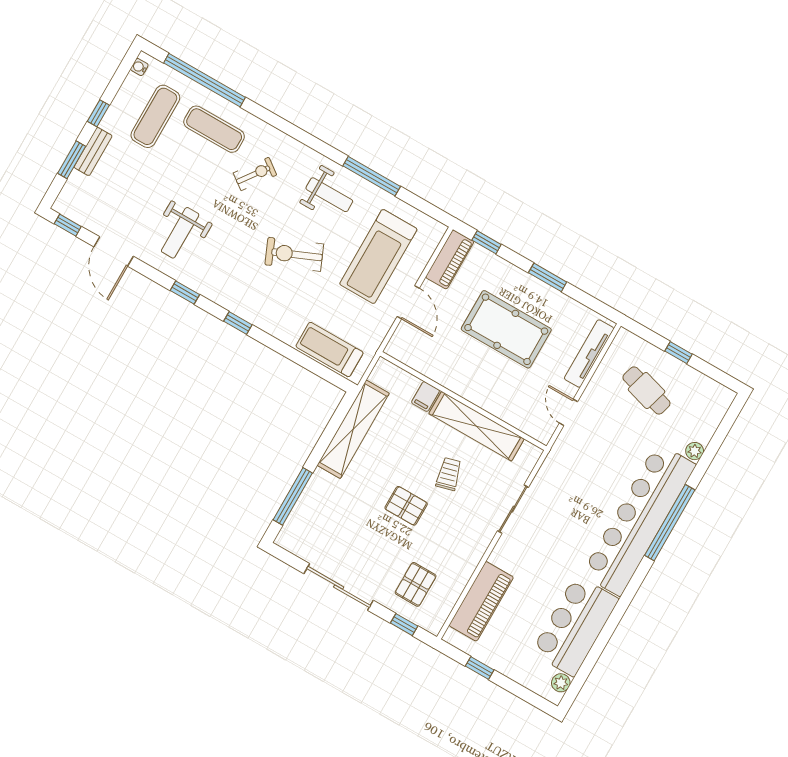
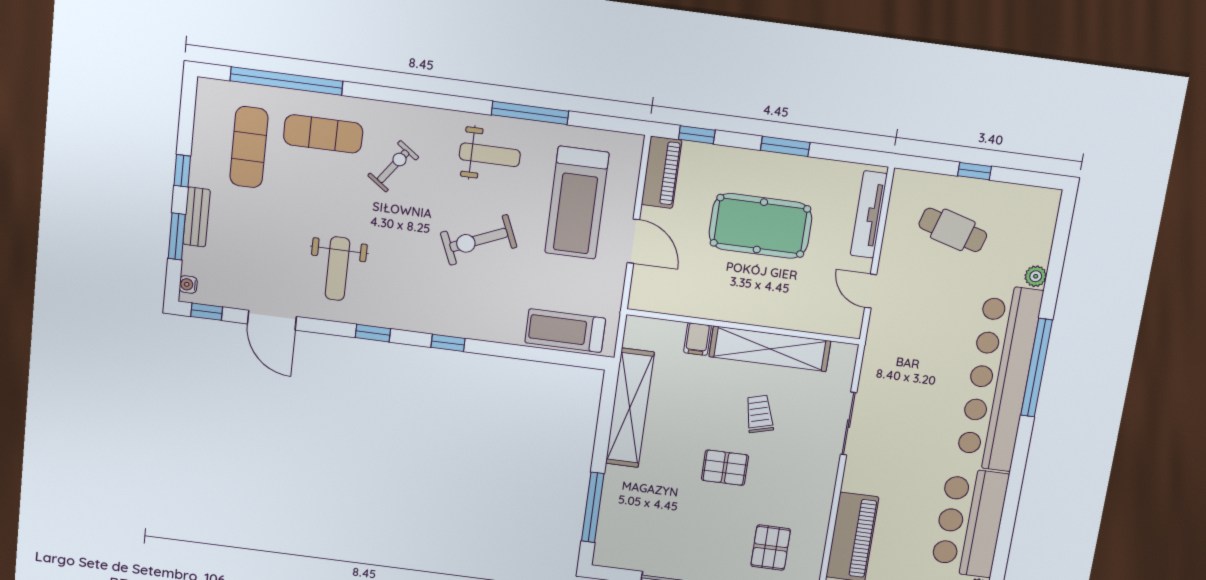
water cooler: (139, 67) -> (188, 284), moved

